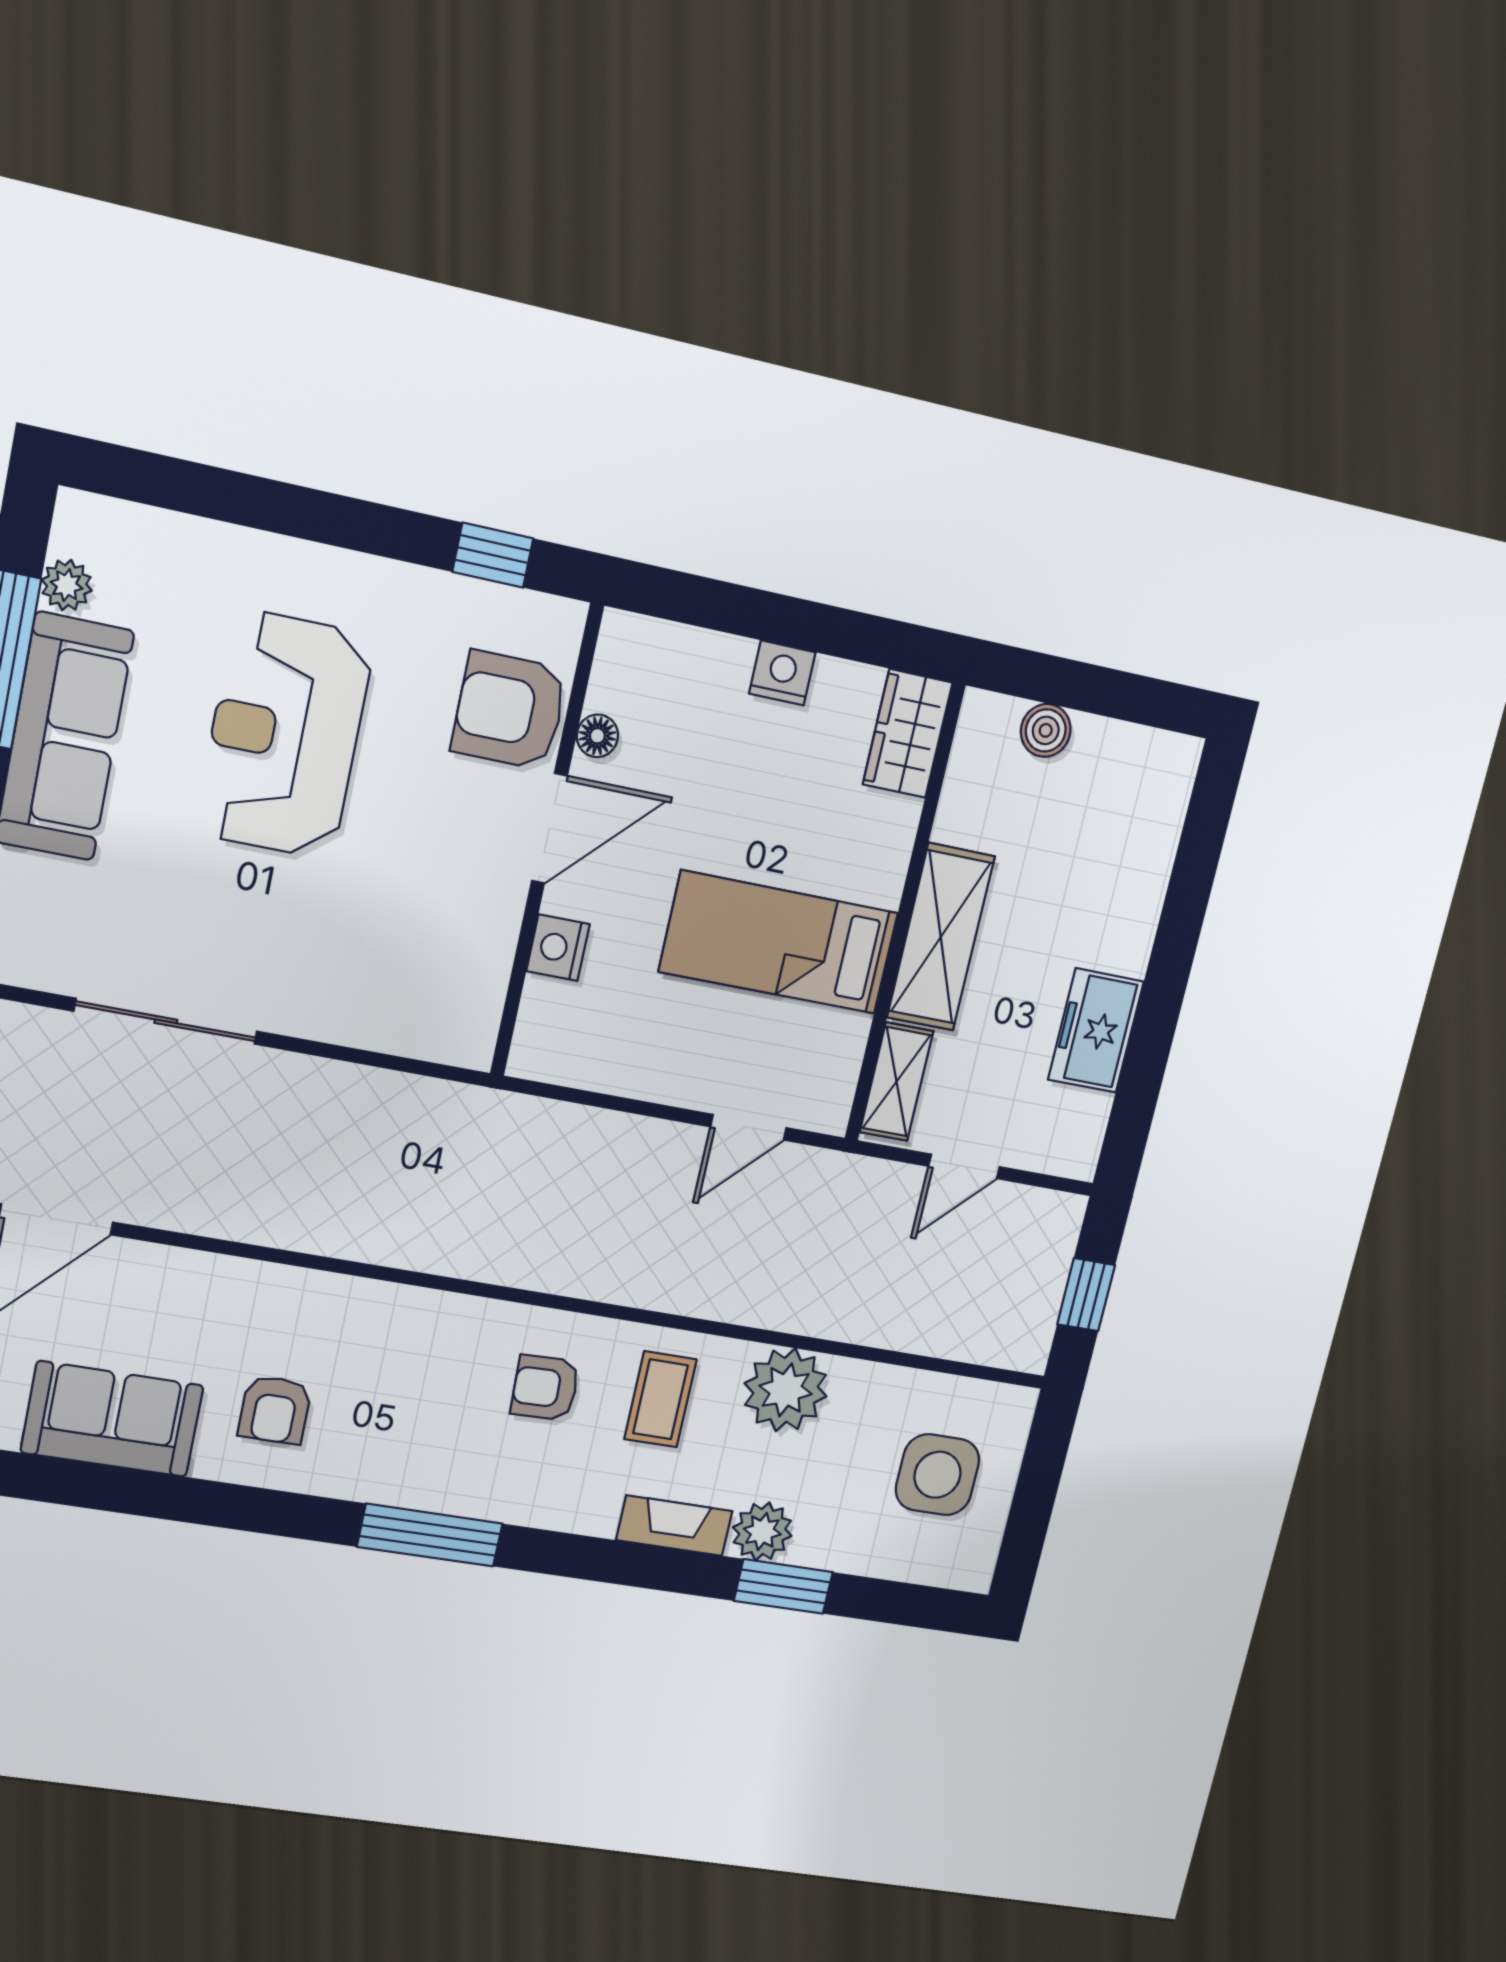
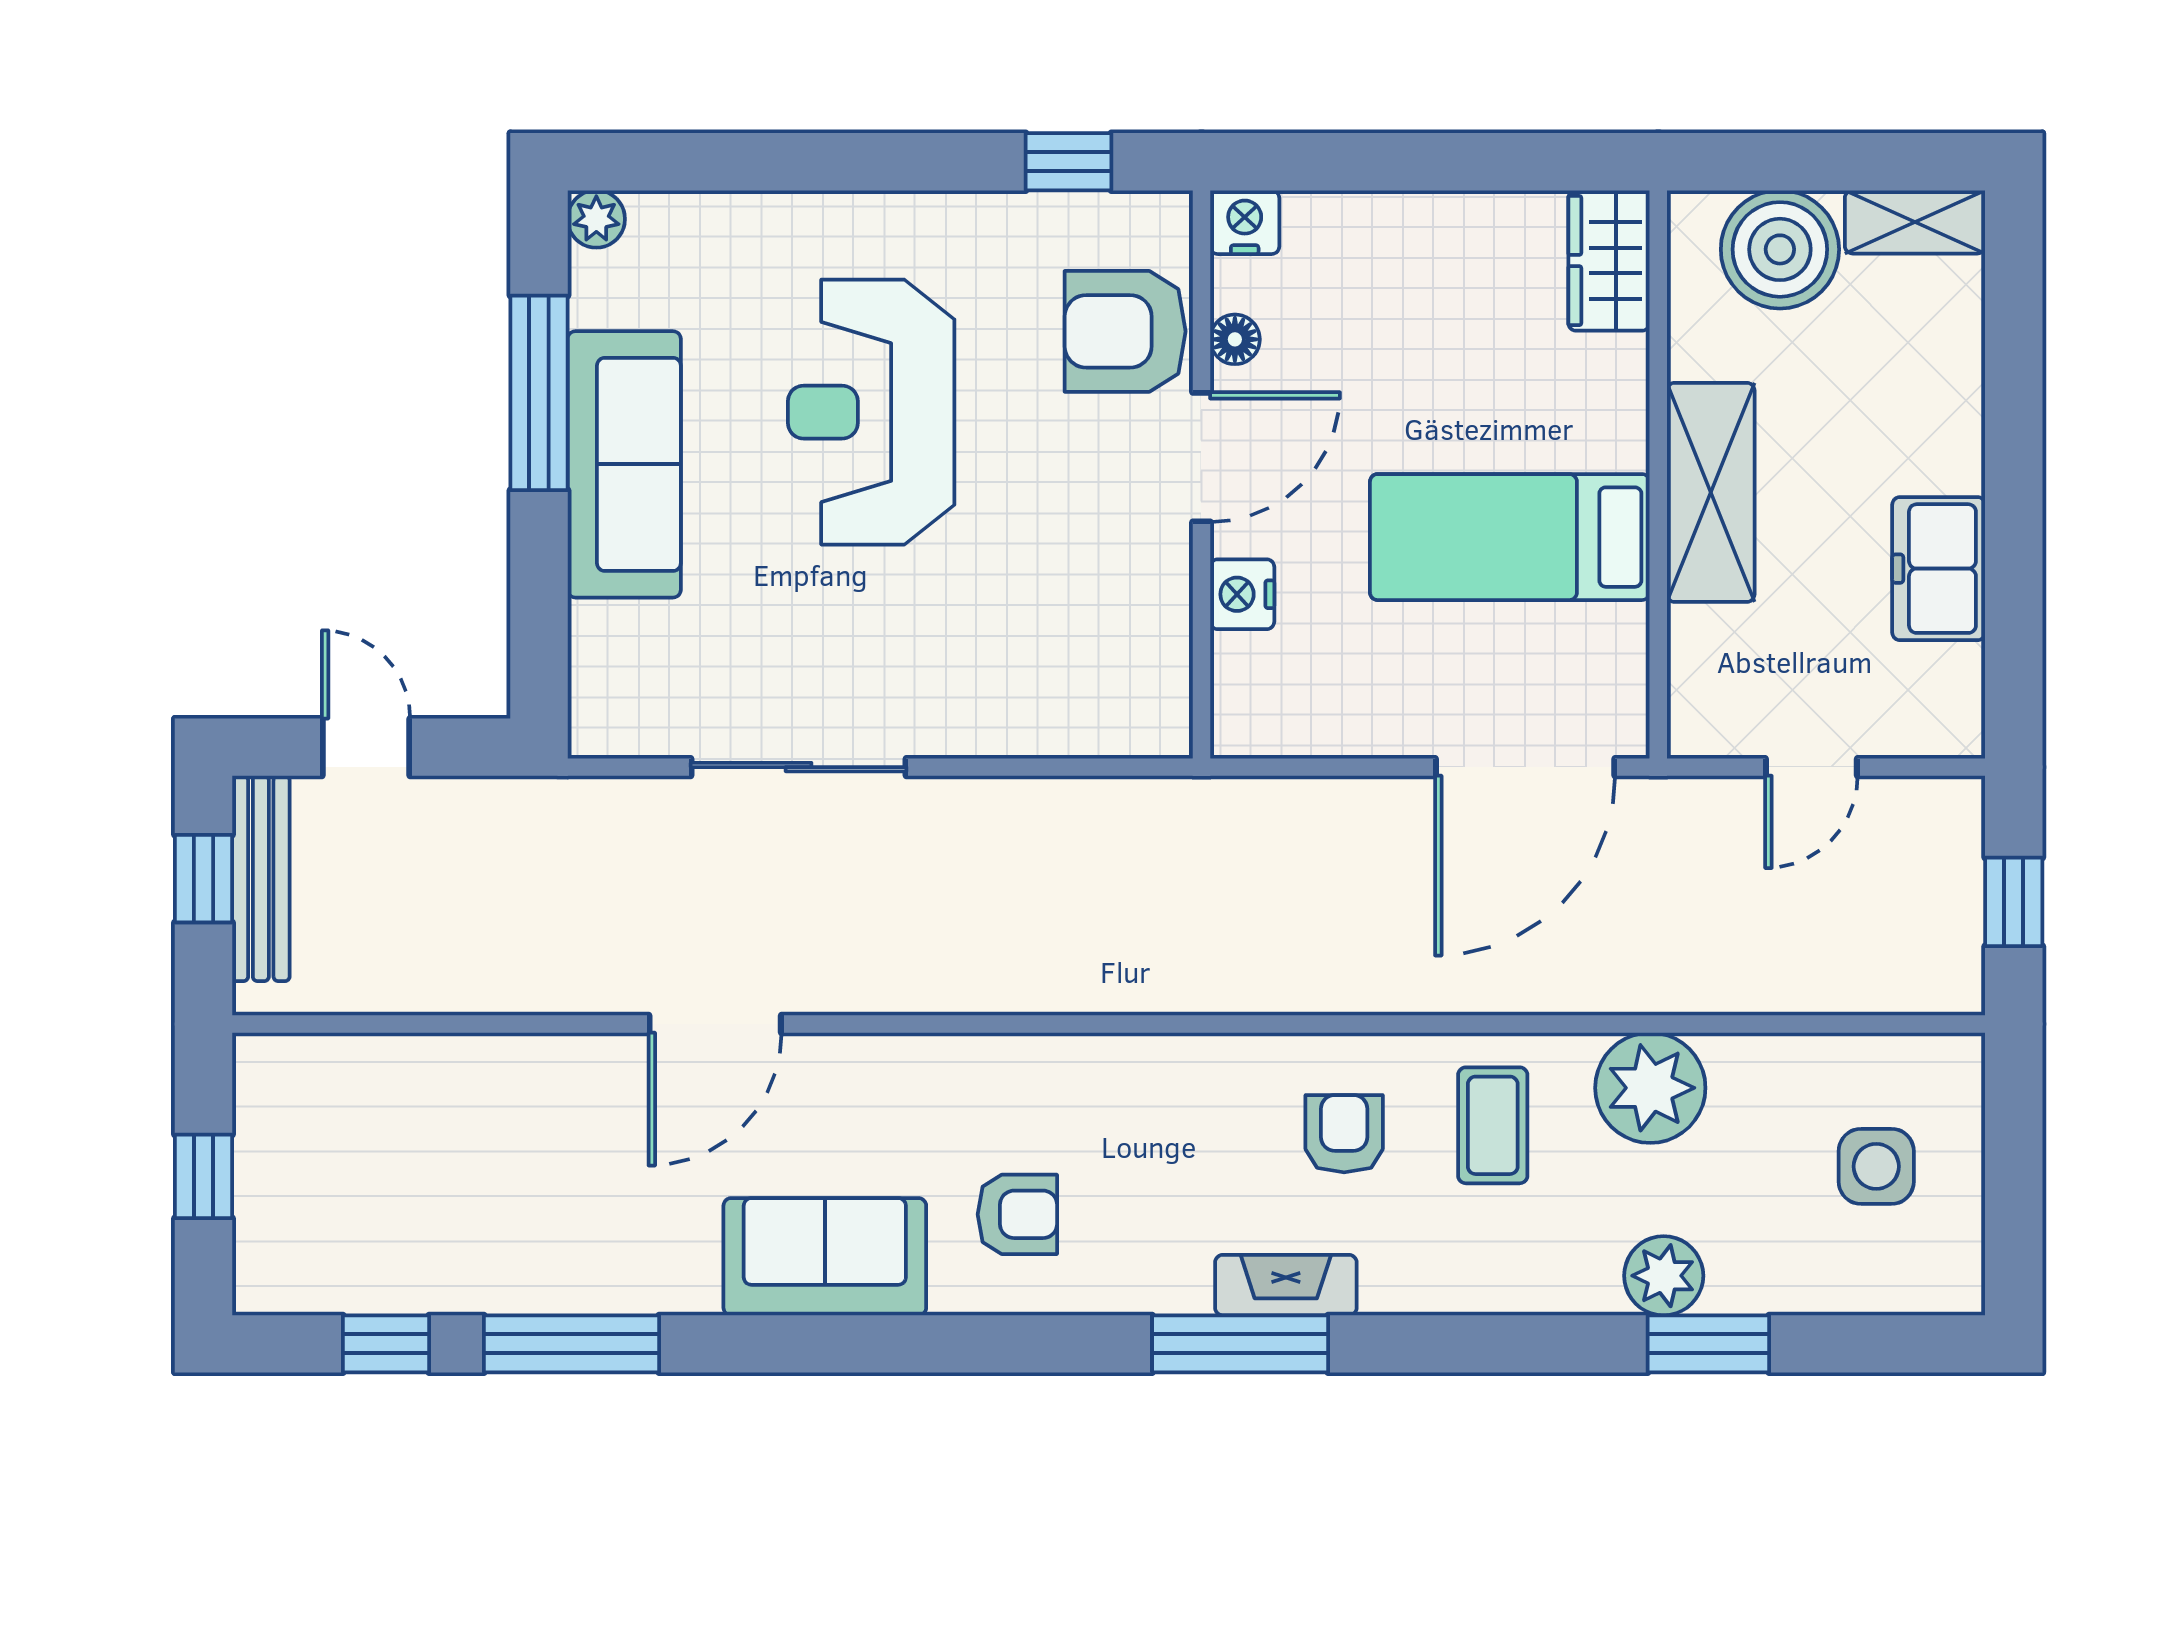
plant: (67, 585) -> (596, 219), moved
nightstand: (782, 673) -> (1245, 222), moved
boiler: (1046, 730) -> (1780, 249), width x1.86, depth x1.86
shelving: (896, 1082) -> (1915, 222), moved, turned 90
door: (748, 1127) -> (1525, 767), width x1.88
armchair: (545, 1388) -> (1344, 1134), turned 92
armchair: (275, 1410) -> (1017, 1214), turned -90
side table: (937, 1475) -> (1876, 1166), width x0.73, depth x0.73
fireplace: (674, 1526) -> (1286, 1285), moved

